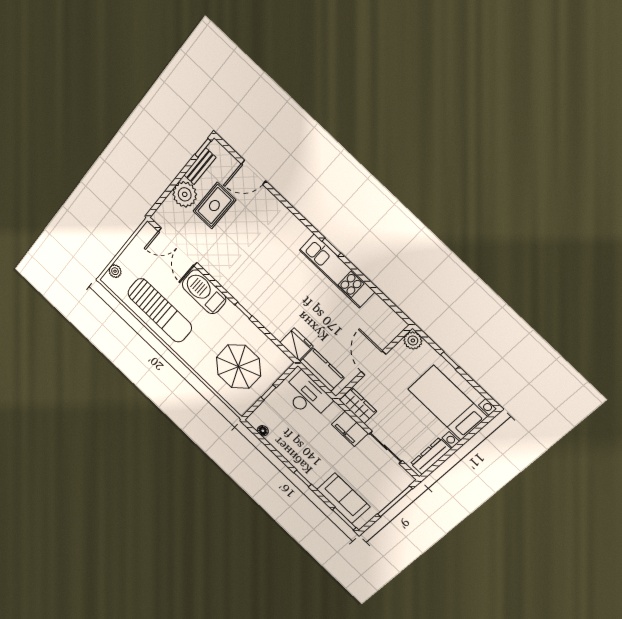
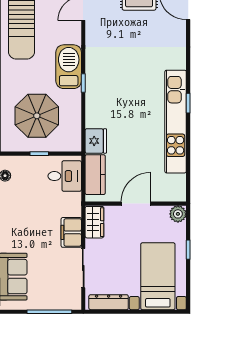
kitchen unit: (337, 271) -> (176, 122), width x1.36
barbecue: (204, 292) -> (69, 67), moved
desk: (307, 396) -> (65, 176), width x0.73

